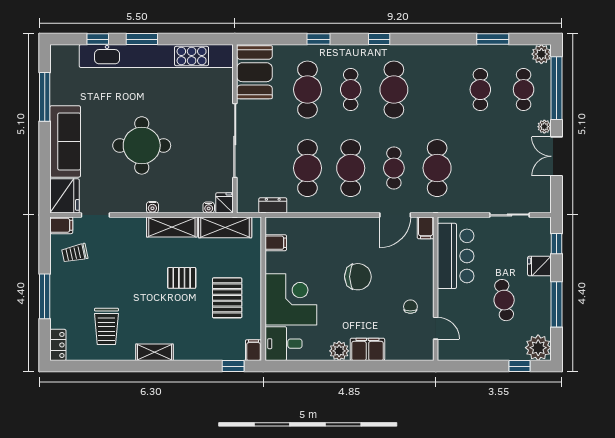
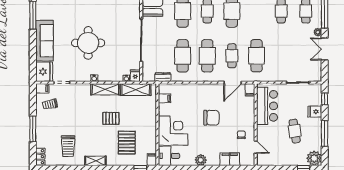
pallet: (227, 298) -> (127, 143), moved
filing cabinet: (367, 349) -> (230, 159), moved

